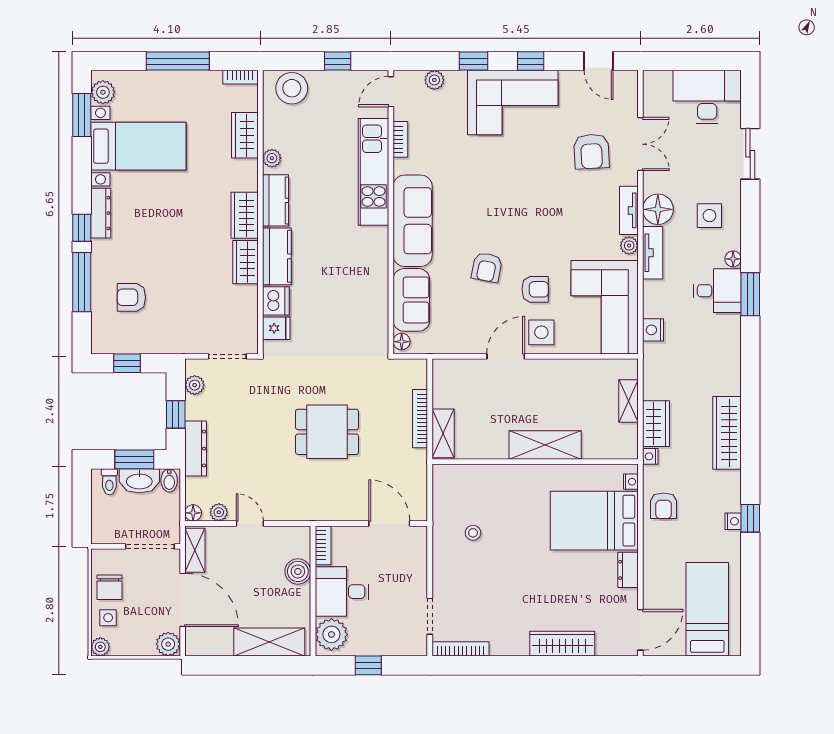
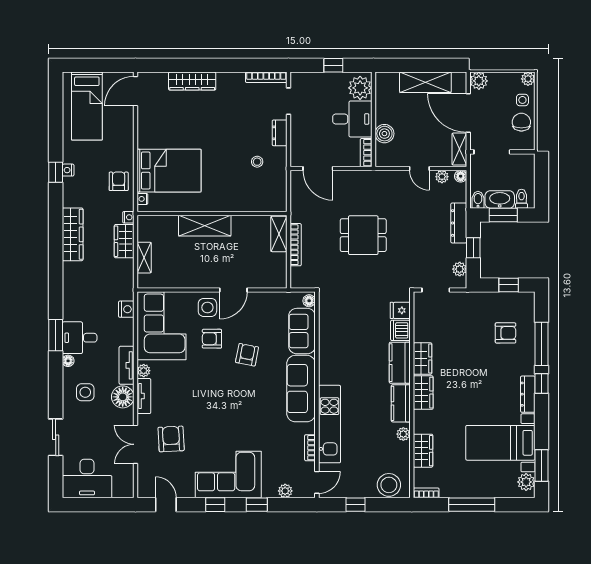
dresser: (628, 570) -> (280, 133), moved, turned 180
shelving: (269, 642) -> (425, 82), moved

